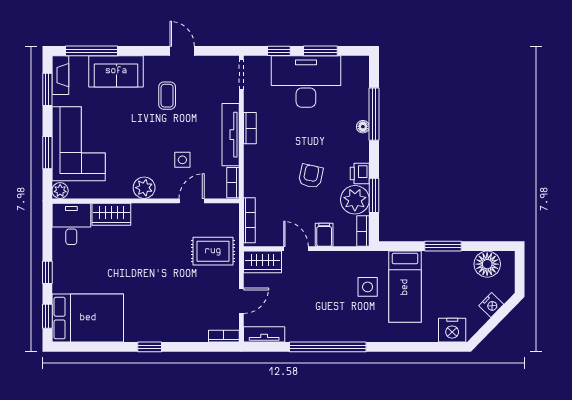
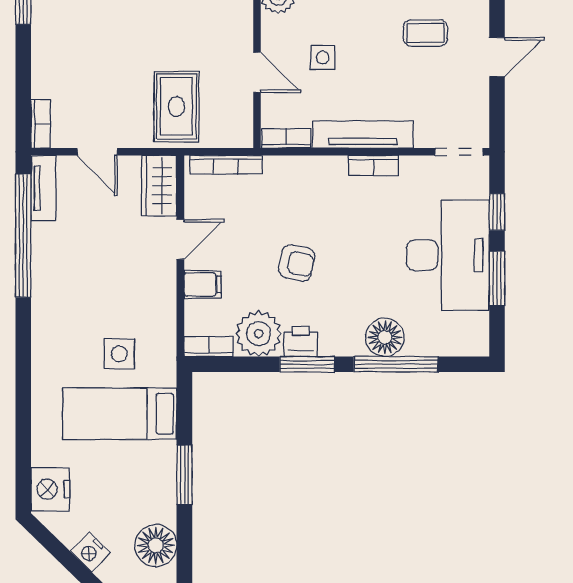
floor lamp: (363, 127) -> (385, 337), width x1.89, depth x1.89
window: (374, 195) -> (307, 364), moved
window: (328, 347) -> (23, 236), moved

